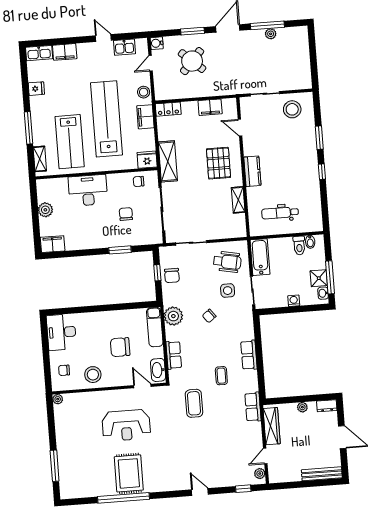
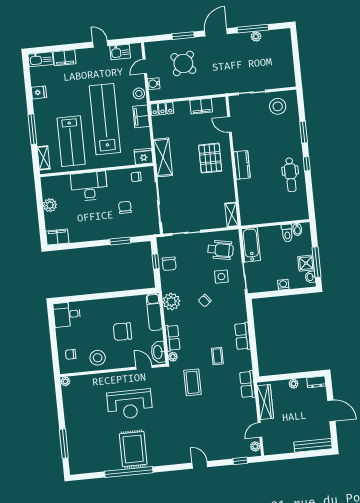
water cooler: (157, 43) -> (154, 84), moved
shelving: (238, 200) -> (232, 215), moved
dental chair: (280, 213) -> (291, 175), moved, turned -90
desk: (61, 332) -> (67, 314), width x0.73
plant: (174, 375) -> (173, 357), added

